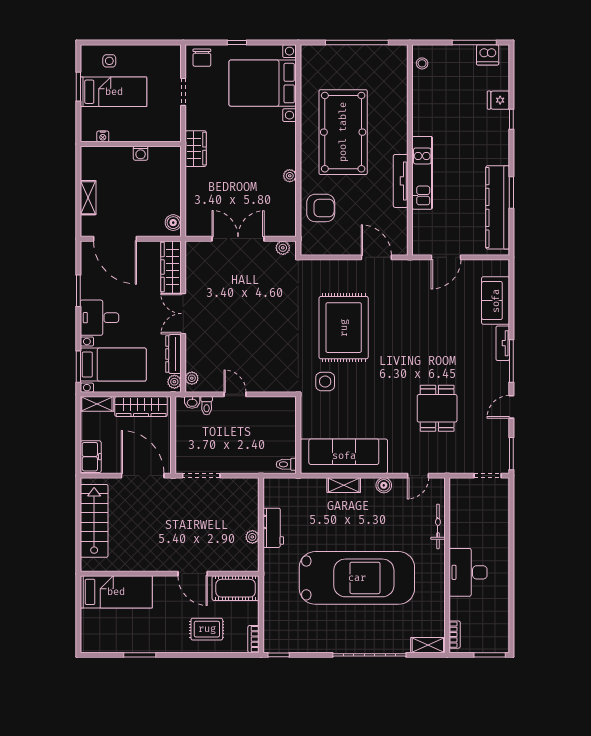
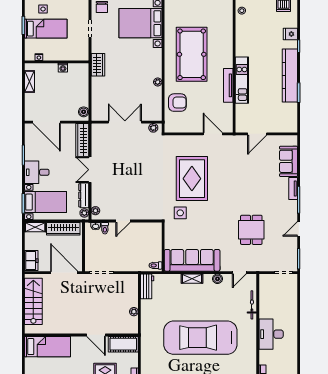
shelving: (88, 198) -> (30, 81), moved
kitchen counter: (498, 207) -> (290, 76), moved
door: (235, 394) -> (123, 221), swing flipped
workbench: (273, 528) -> (147, 286), moved
car: (357, 578) -> (200, 338), turned 180

